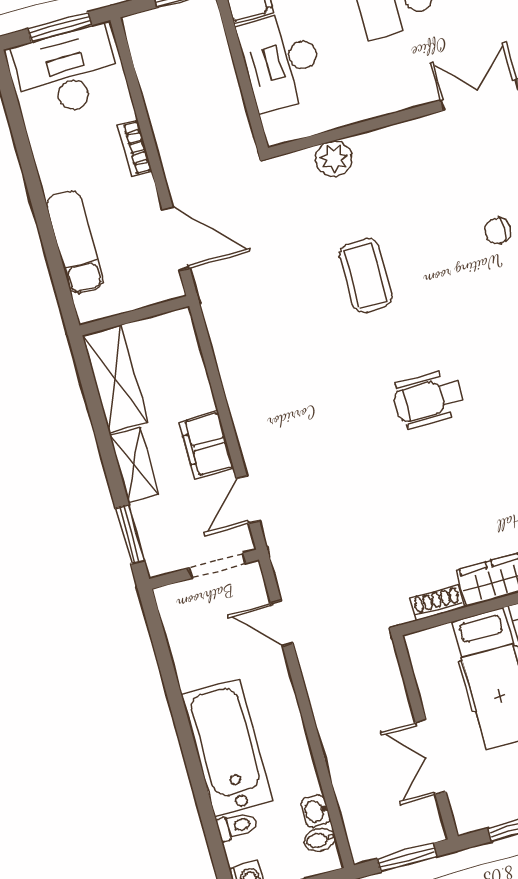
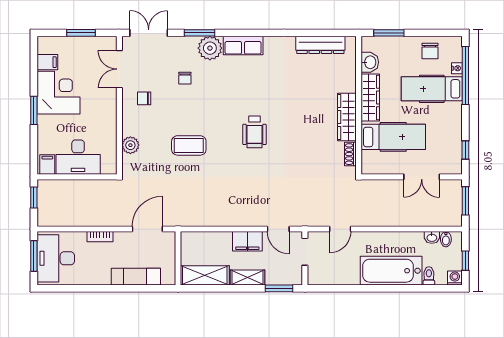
chair: (435, 160) -> (144, 98), added

